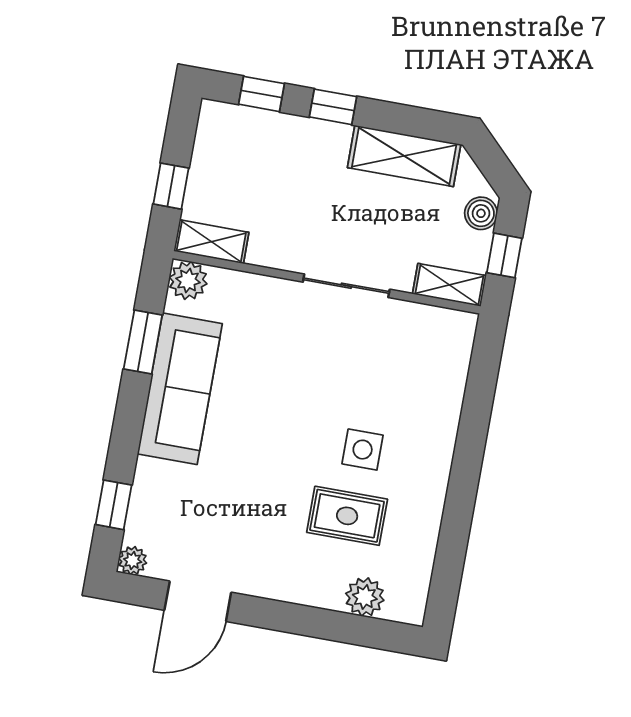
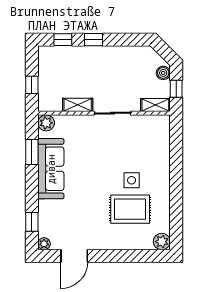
shelving: (404, 156) -> (127, 55), removed
shelving: (211, 242) -> (78, 105), moved
rug: (347, 516) -> (130, 209), width x1.36, depth x1.43
plant: (365, 597) -> (162, 242), moved

